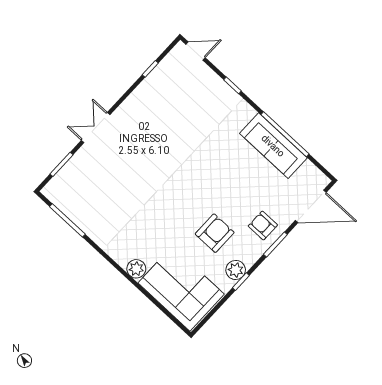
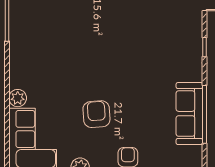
armchair: (215, 233) -> (96, 114), moved, turned -94

